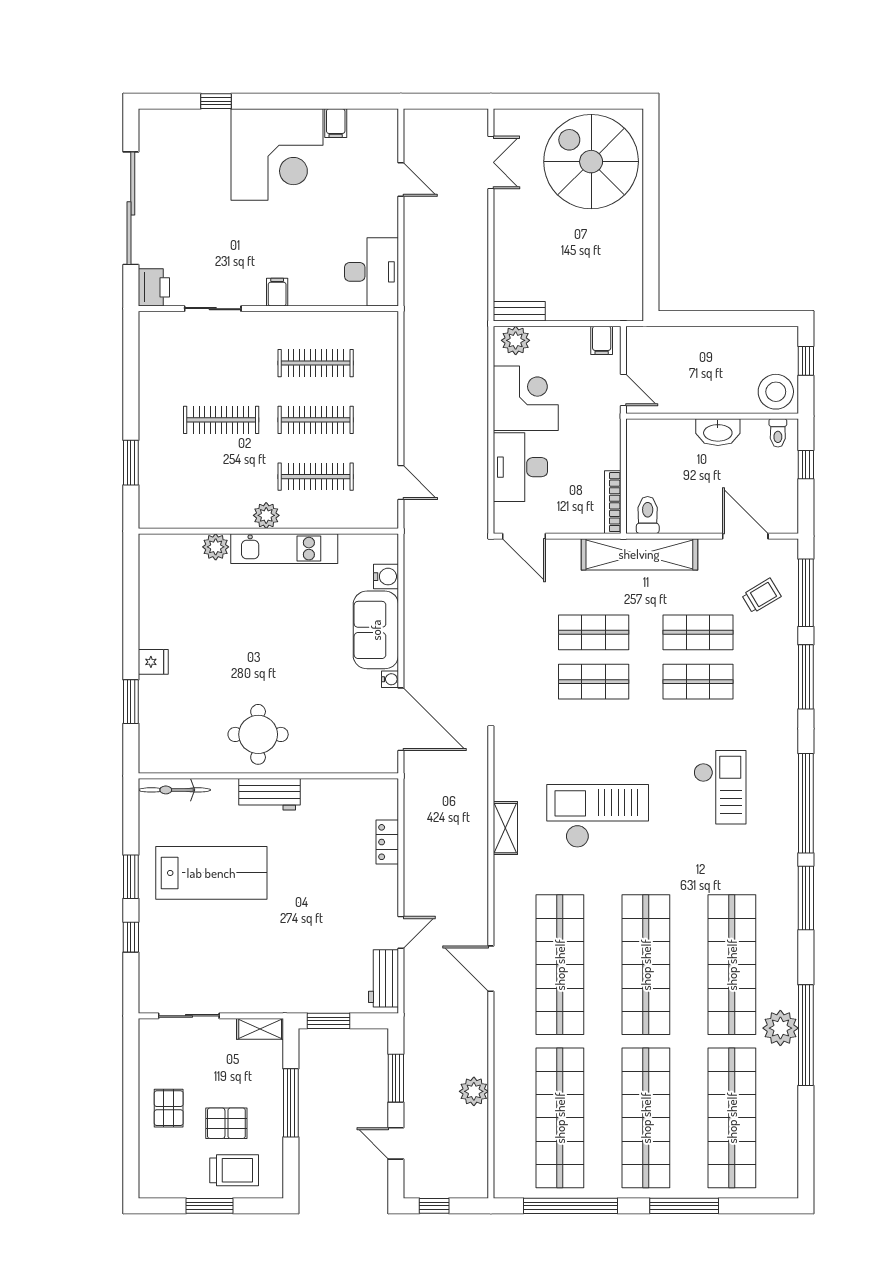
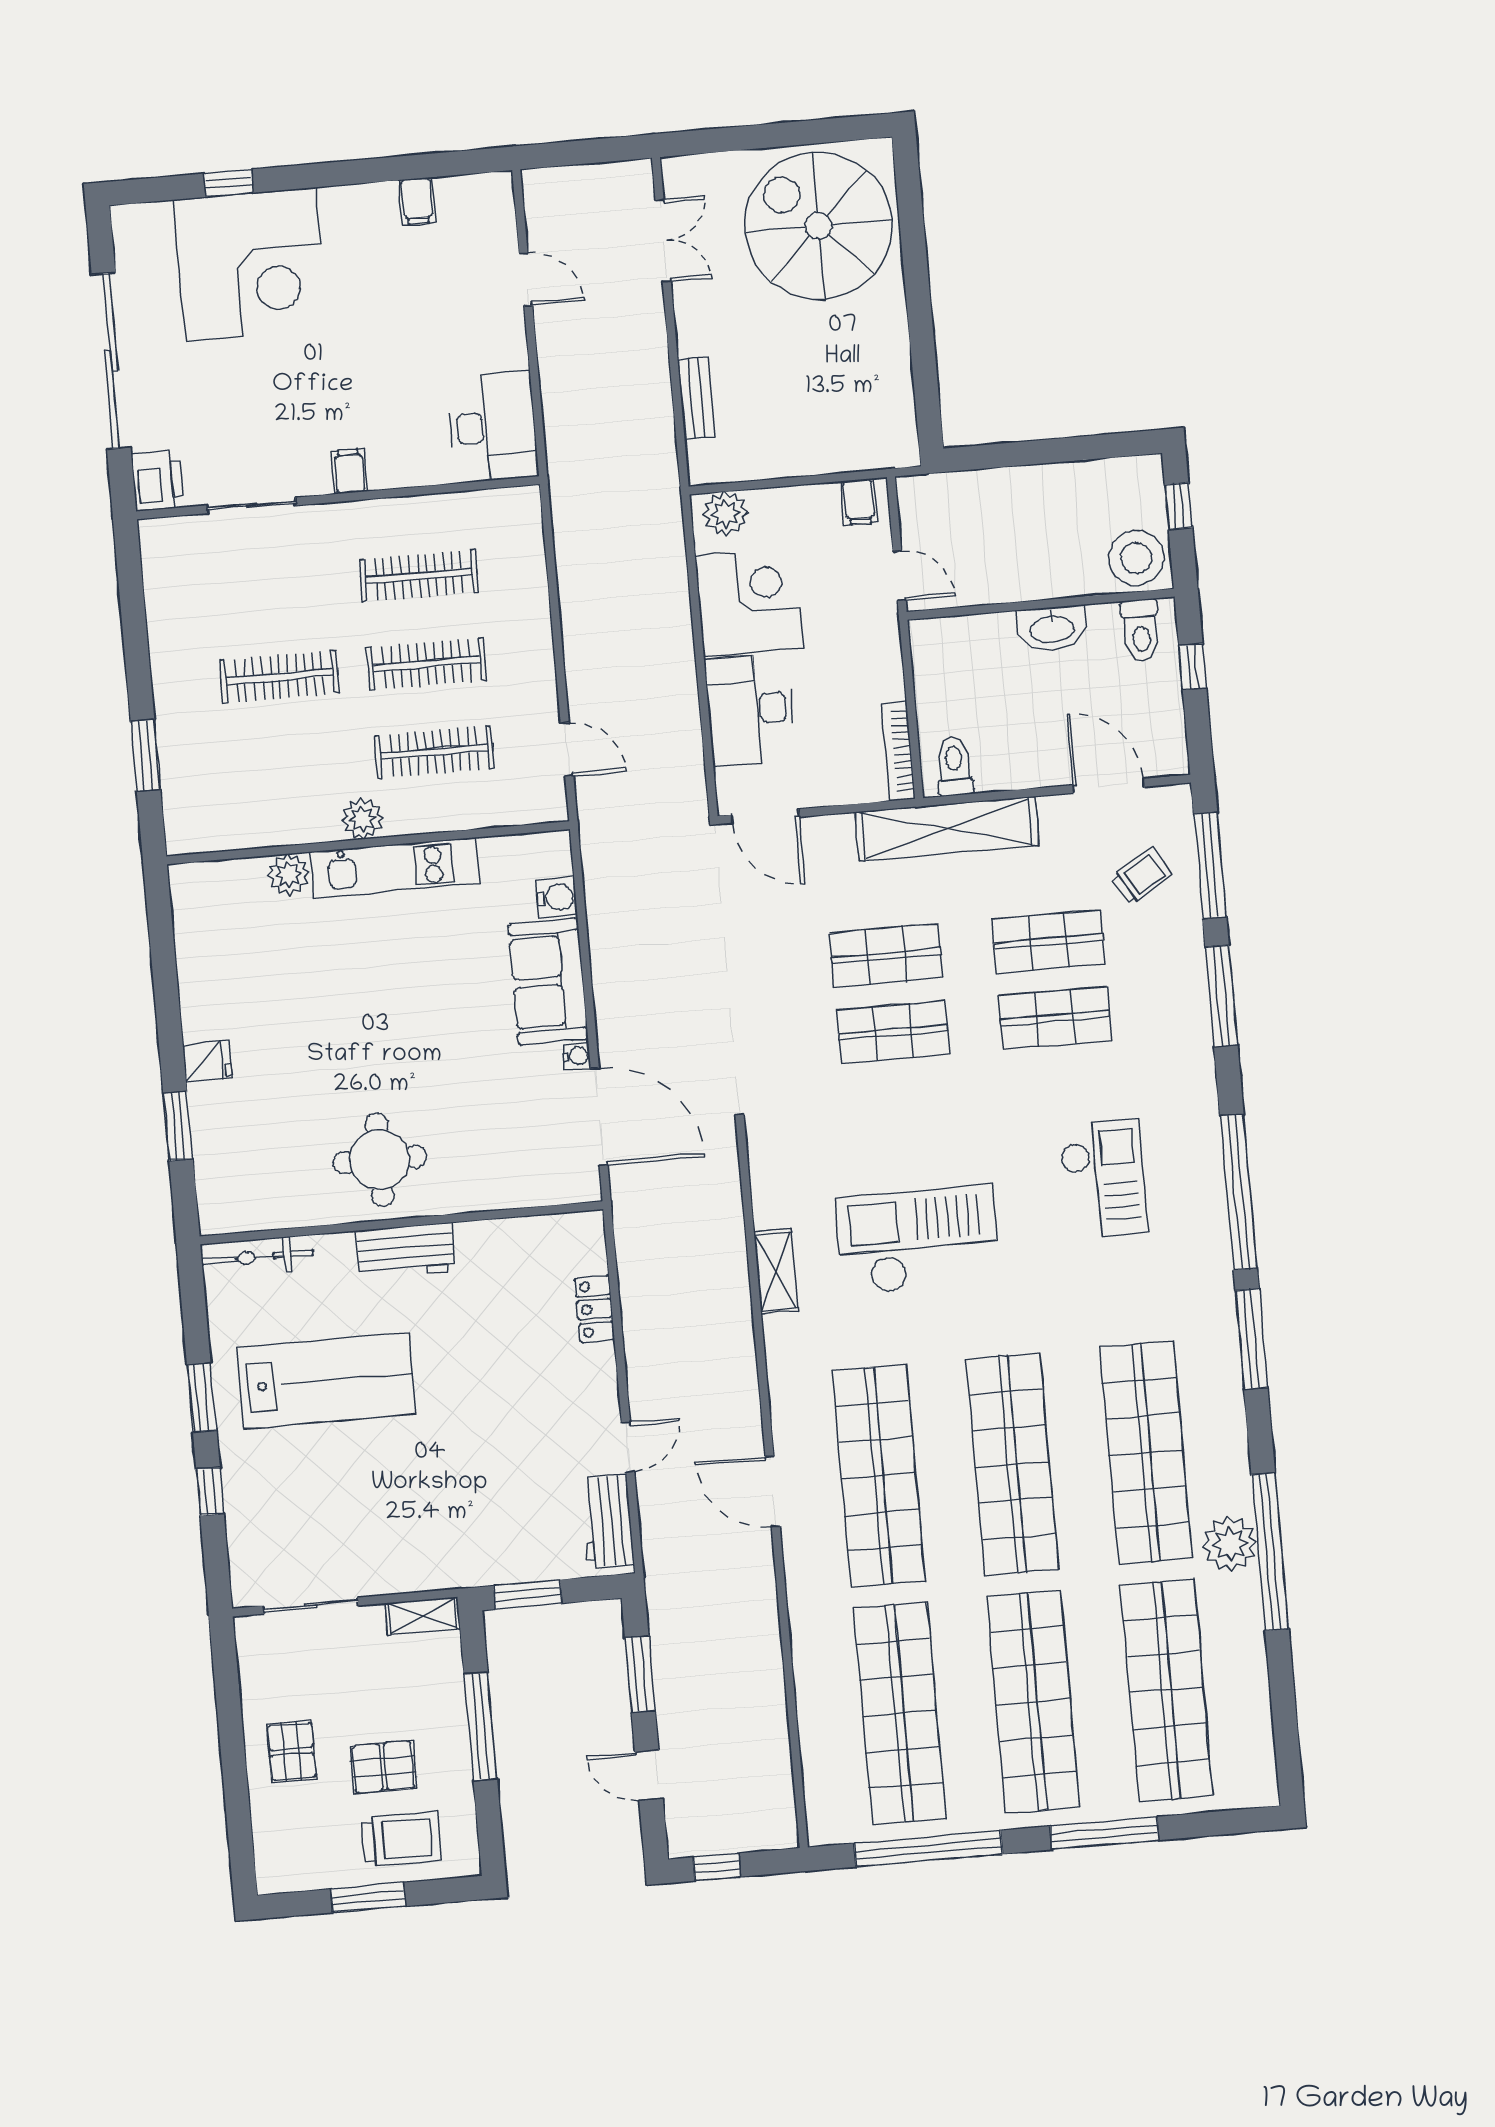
corner desk: (277, 155) -> (251, 265), moved
bench: (519, 311) -> (696, 398), moved, turned 90
toilet: (778, 433) -> (1141, 630), width x1.37, depth x1.39
plant: (474, 1091) -> (763, 1684), removed

